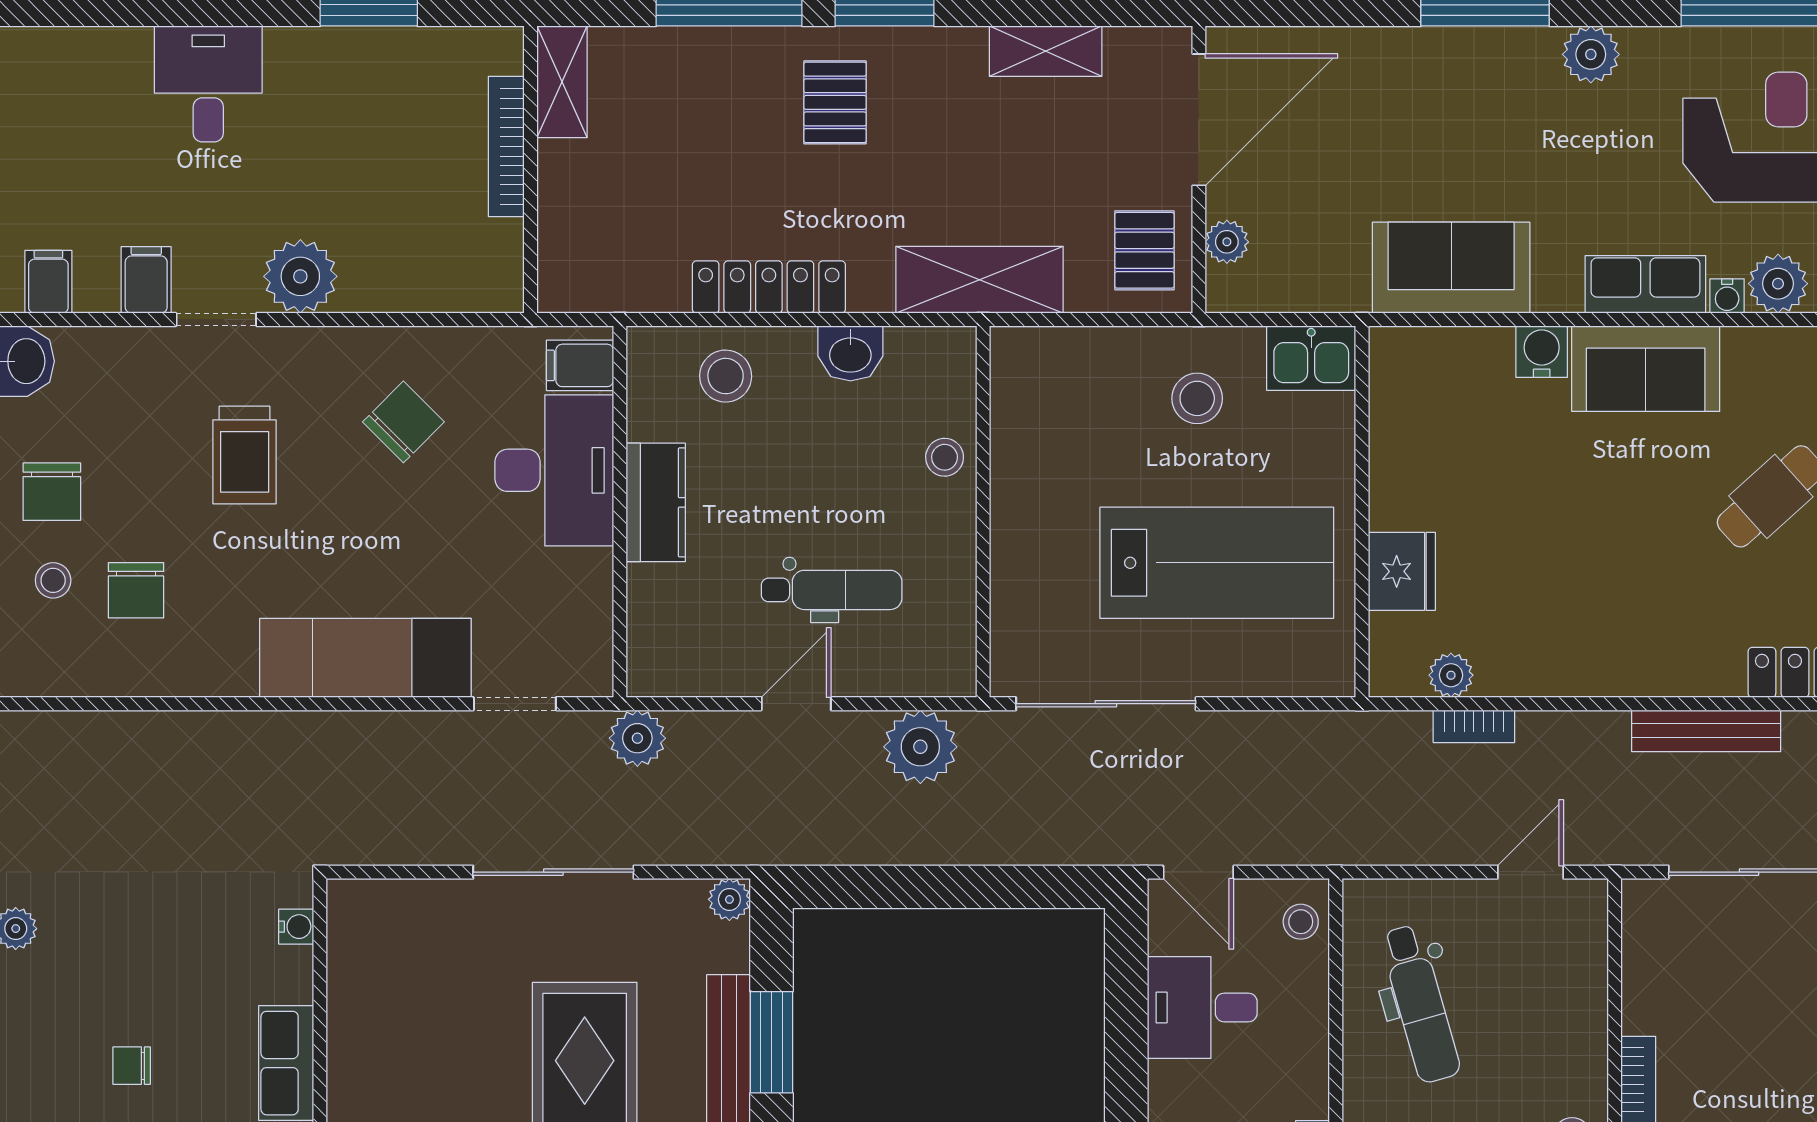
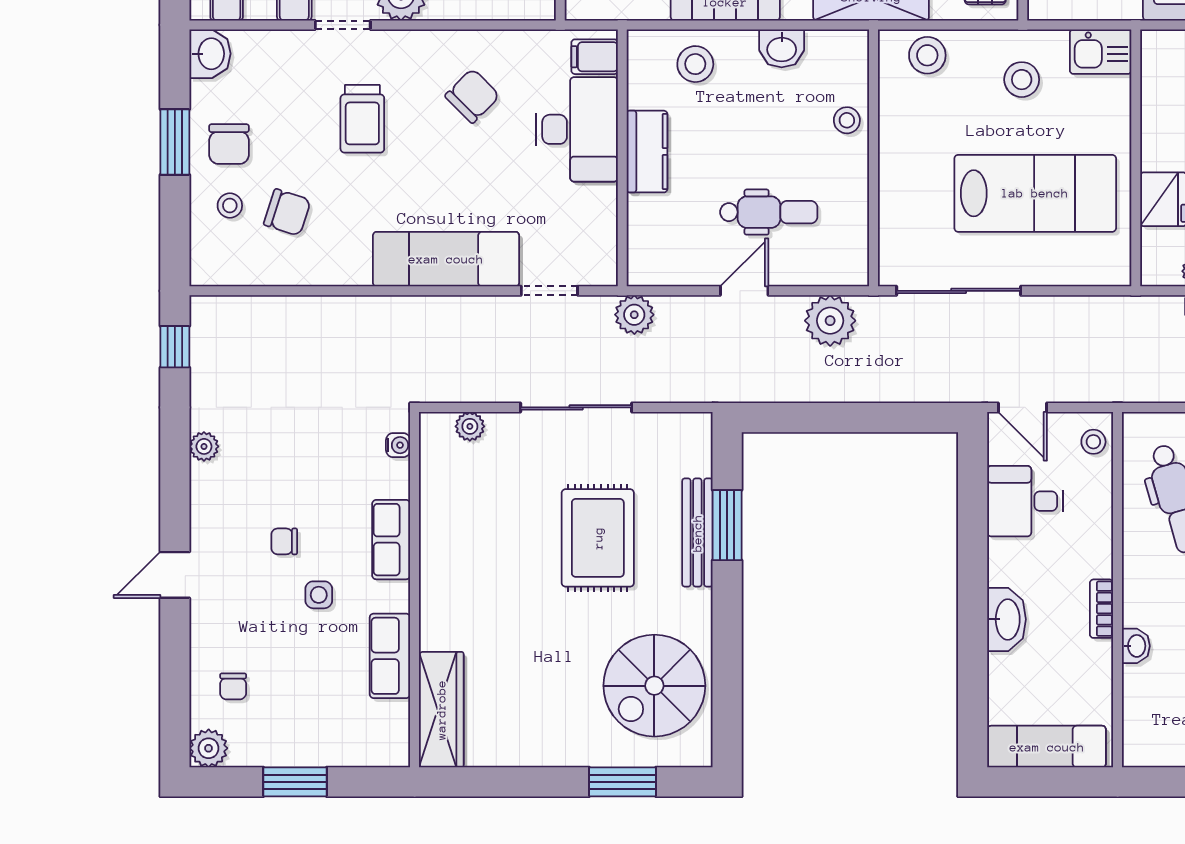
stool: (1061, 363) -> (927, 55), added
chair: (136, 590) -> (287, 212), turned -72
plant: (729, 899) -> (470, 426), moved

